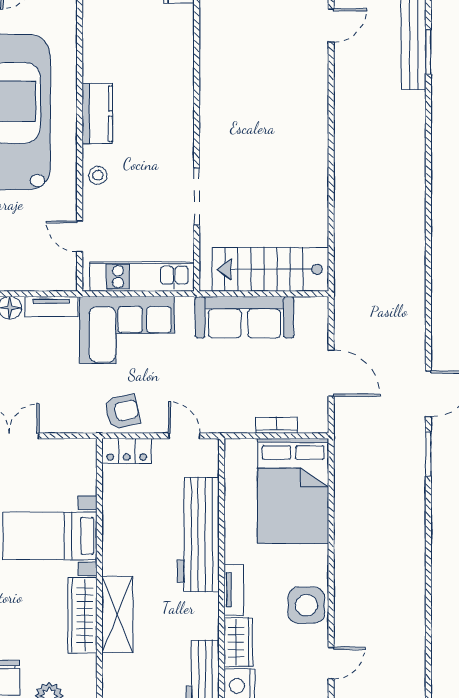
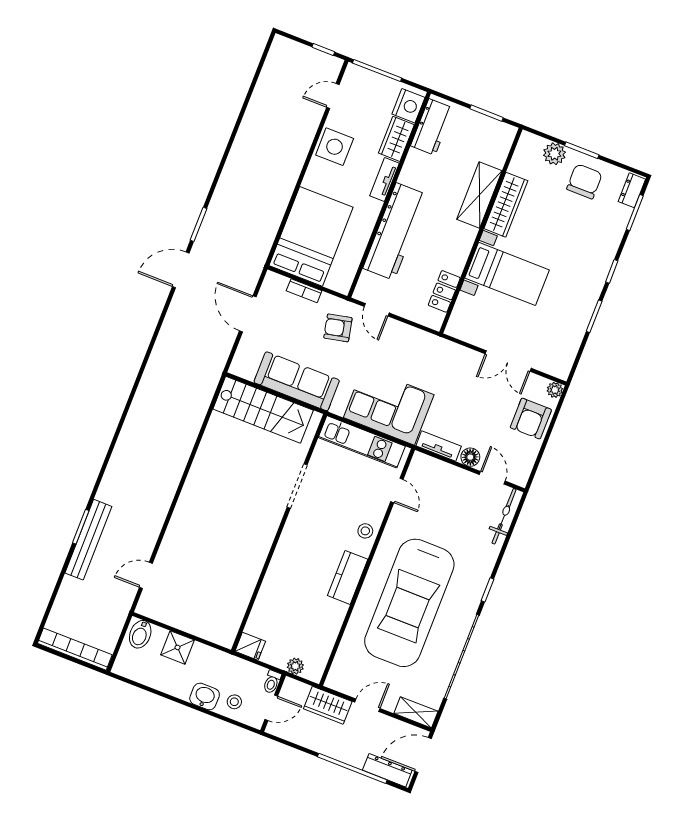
armchair: (122, 411) -> (338, 328), moved
locker: (127, 451) -> (444, 291), moved, turned -90

